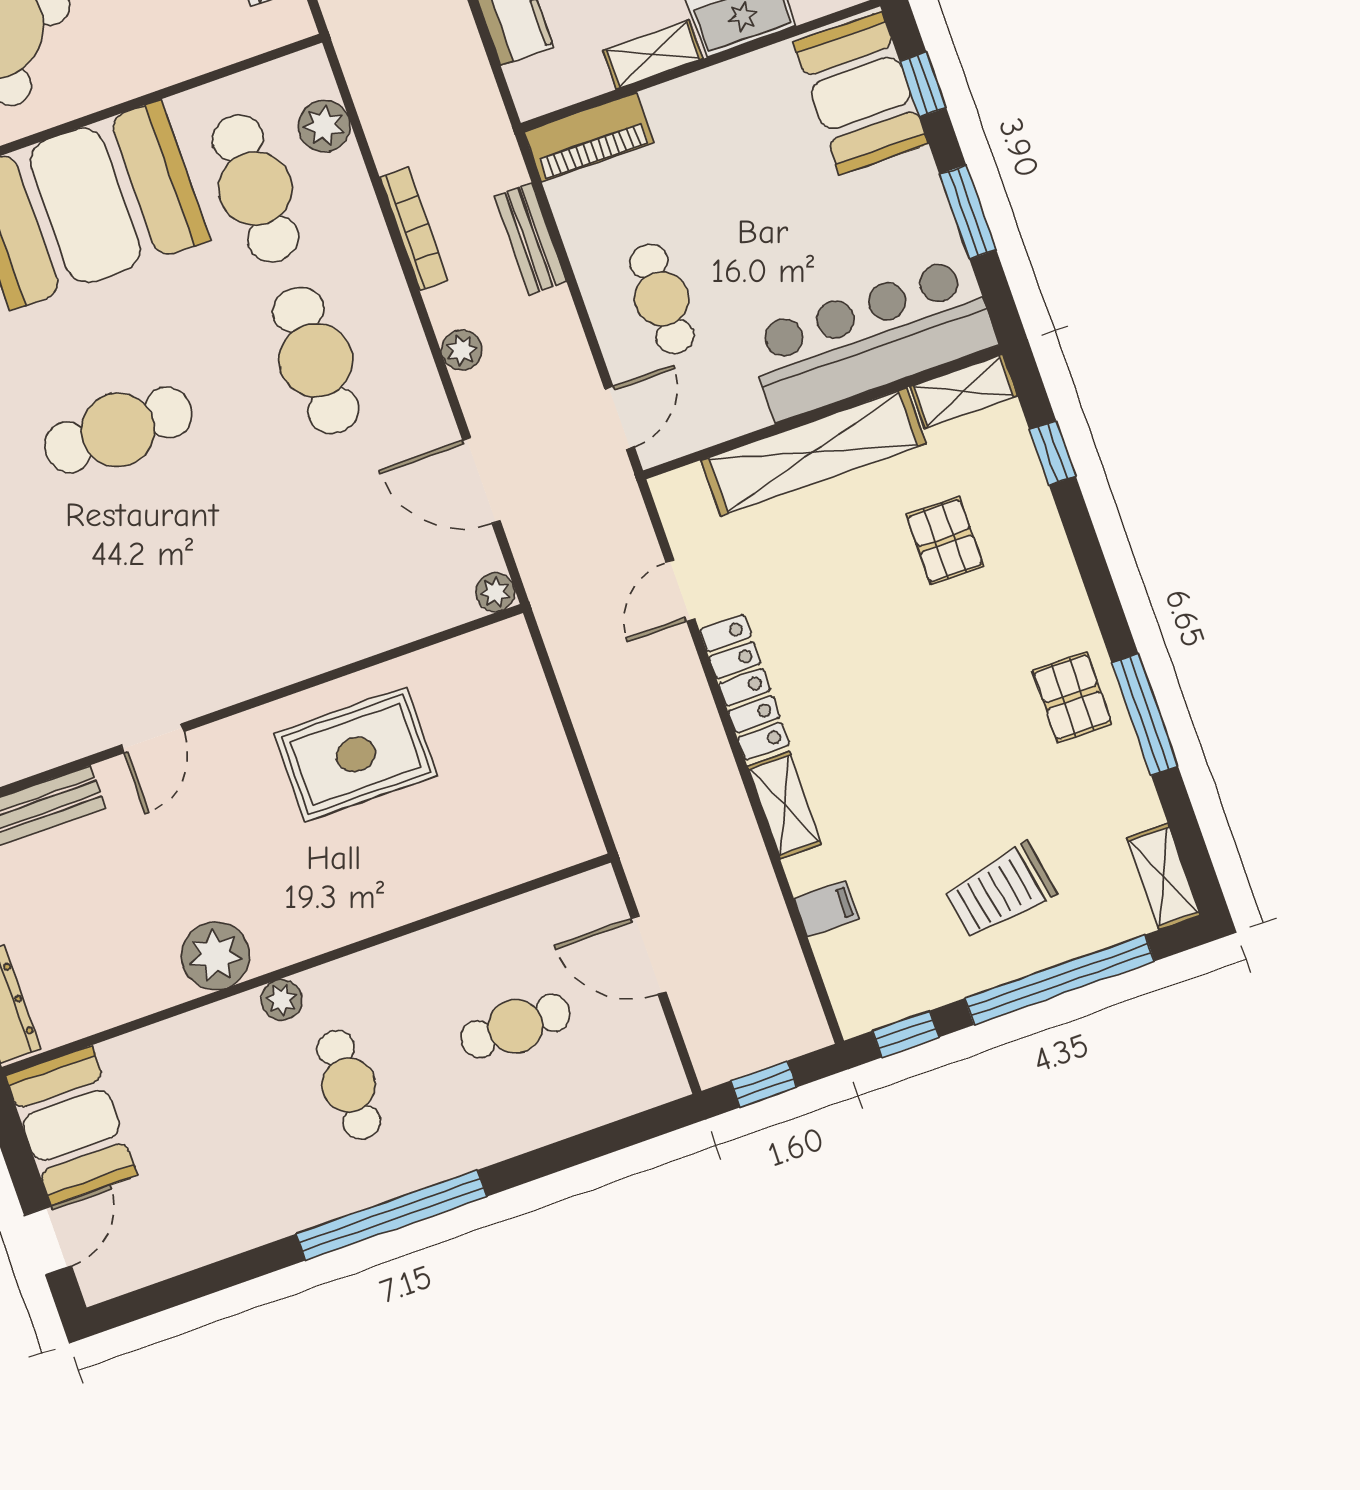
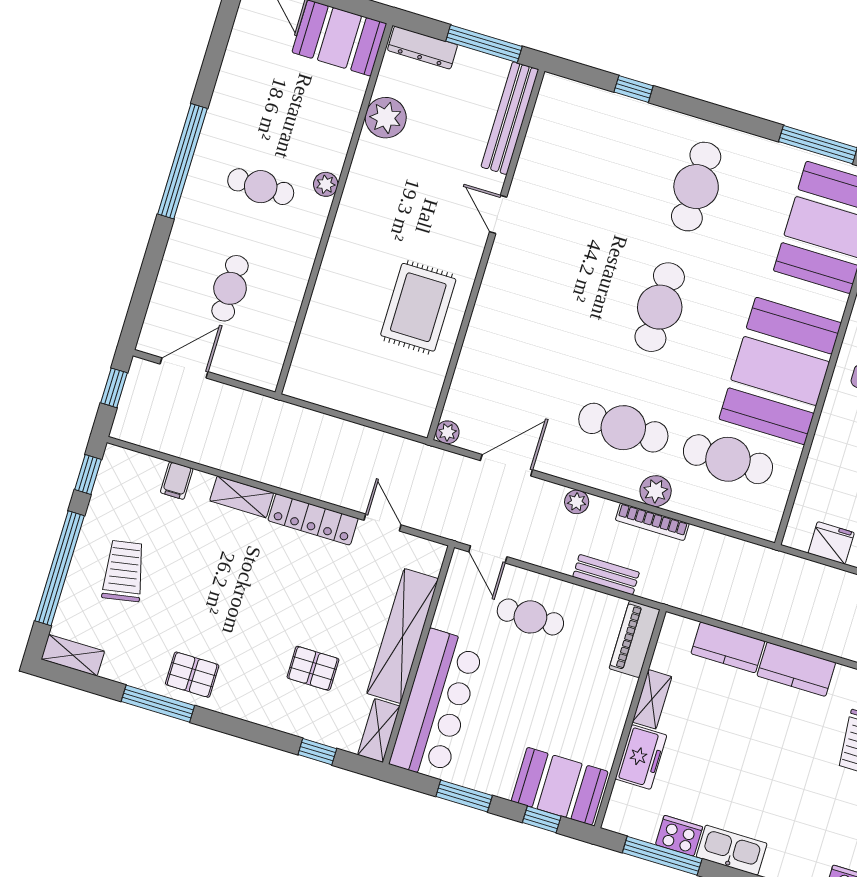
plant: (324, 126) -> (656, 491), moved
door: (649, 955) -> (184, 368), moved
plant: (216, 956) -> (386, 118), moved

